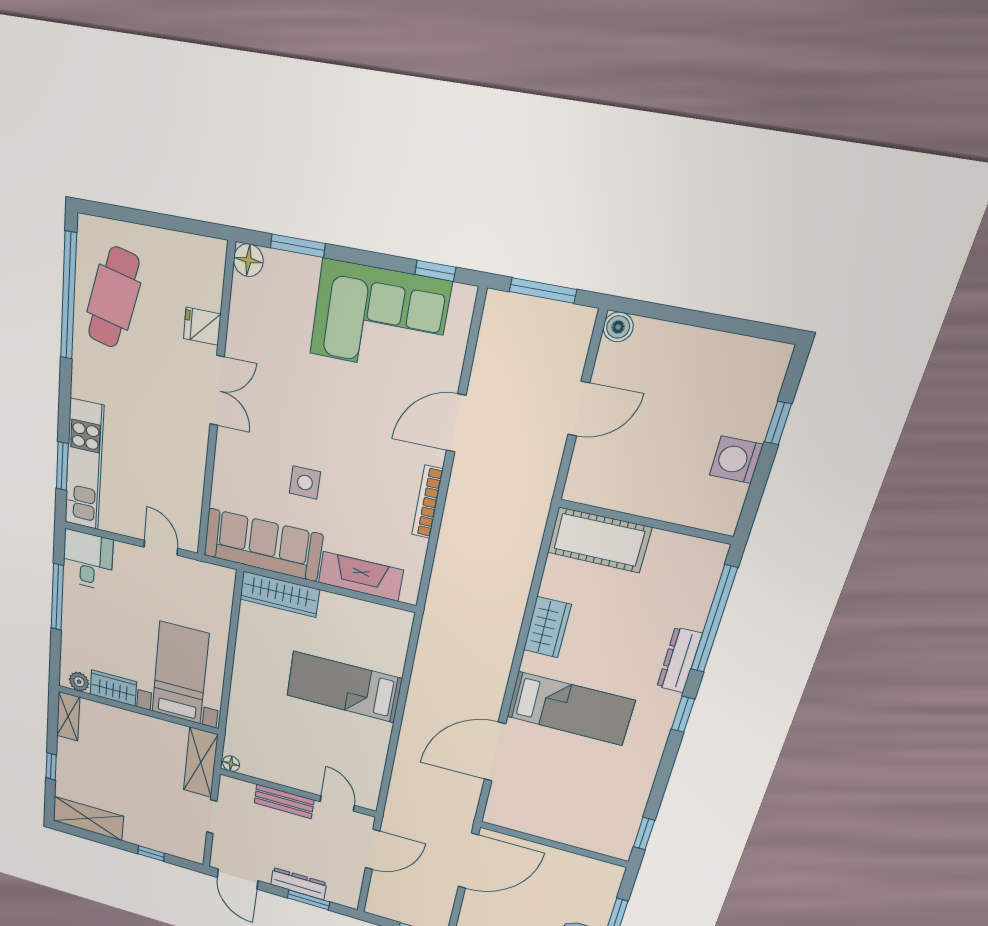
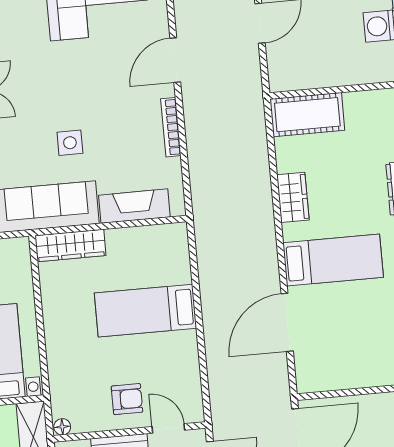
armchair: (302, 763) -> (127, 399), added

